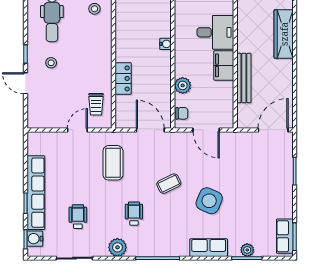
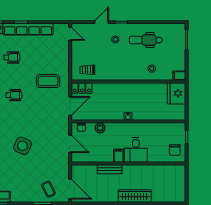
filing cabinet: (224, 65) -> (119, 156), width x0.50
locker: (123, 78) -> (82, 88), moved
bench: (244, 78) -> (110, 169), width x0.73
door: (77, 130) -> (70, 34), moved
door: (206, 130) -> (70, 144), swing flipped
coffee table: (169, 184) -> (48, 189), moved

